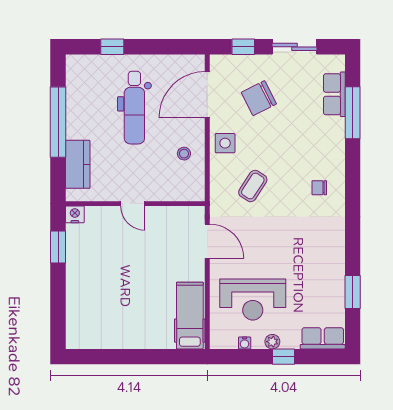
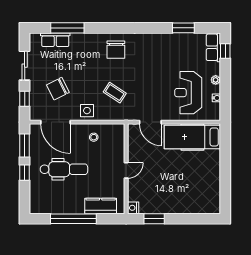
window: (112, 47) -> (25, 173), moved
window: (171, 47) -> (25, 145), added
chair: (259, 98) -> (58, 89), turned 90
chair: (319, 188) -> (116, 50), width x1.87, depth x1.87
door: (207, 241) -> (150, 122), swing flipped
reception desk: (253, 299) -> (188, 93), turned 180
hospital bed: (190, 316) -> (192, 137), width x1.37, depth x1.29
window: (284, 357) -> (225, 51), moved

